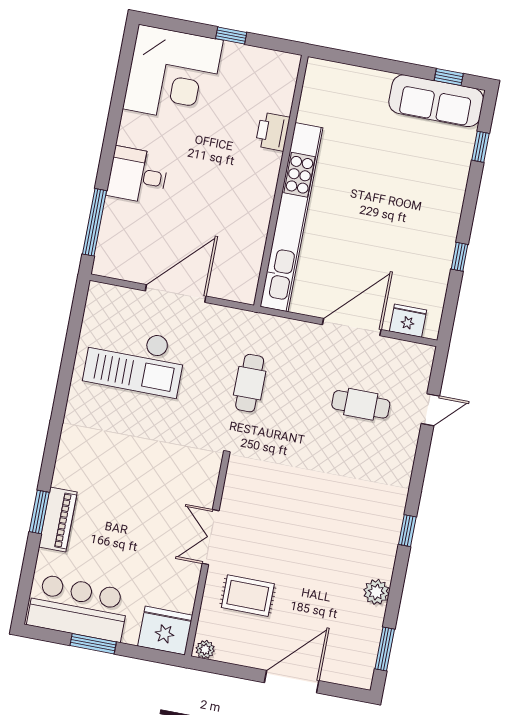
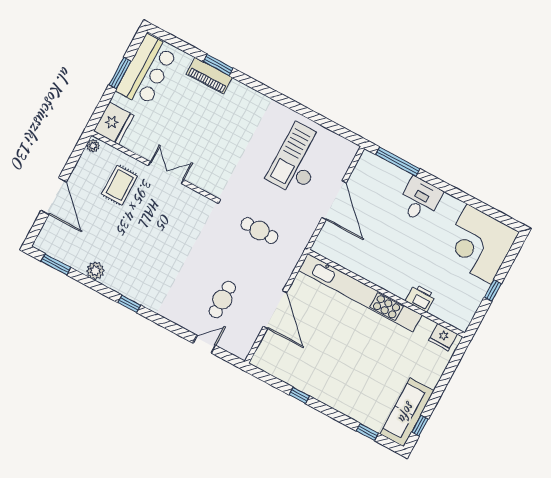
fridge: (408, 321) -> (443, 337), moved, turned 90
door: (430, 410) -> (204, 344), swing flipped

